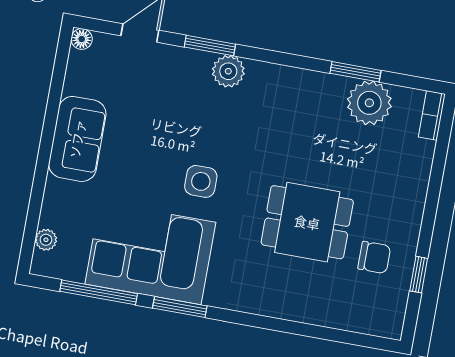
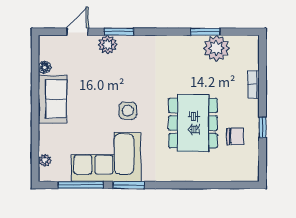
floor lamp: (82, 39) -> (45, 67), moved
plant: (228, 71) -> (108, 45), moved
bookcase: (432, 115) -> (254, 84), moved
dining table: (307, 222) -> (193, 123), width x1.38
window: (419, 275) -> (262, 127), moved

